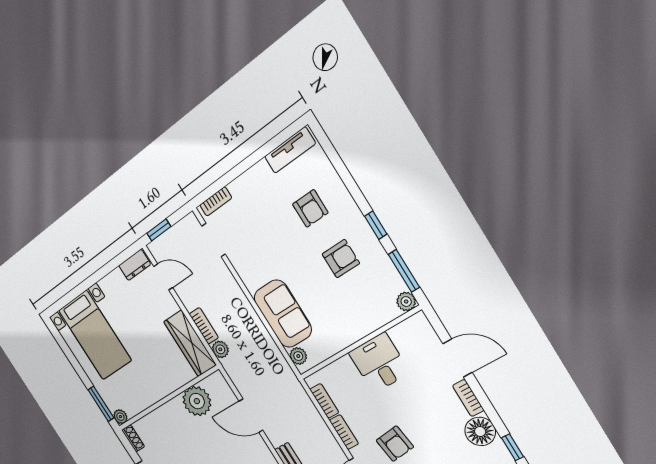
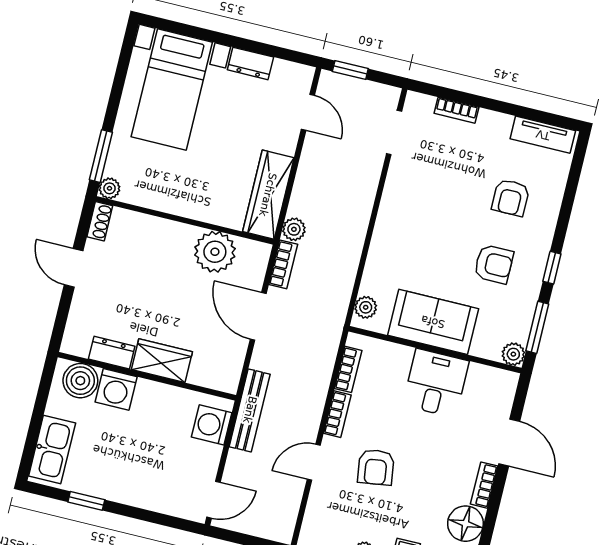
bookcase: (216, 201) -> (456, 110), moved
dresser: (135, 265) -> (250, 63), moved
sofa: (283, 314) -> (433, 322), moved, turned -90
bookcase: (204, 326) -> (283, 264), moved

